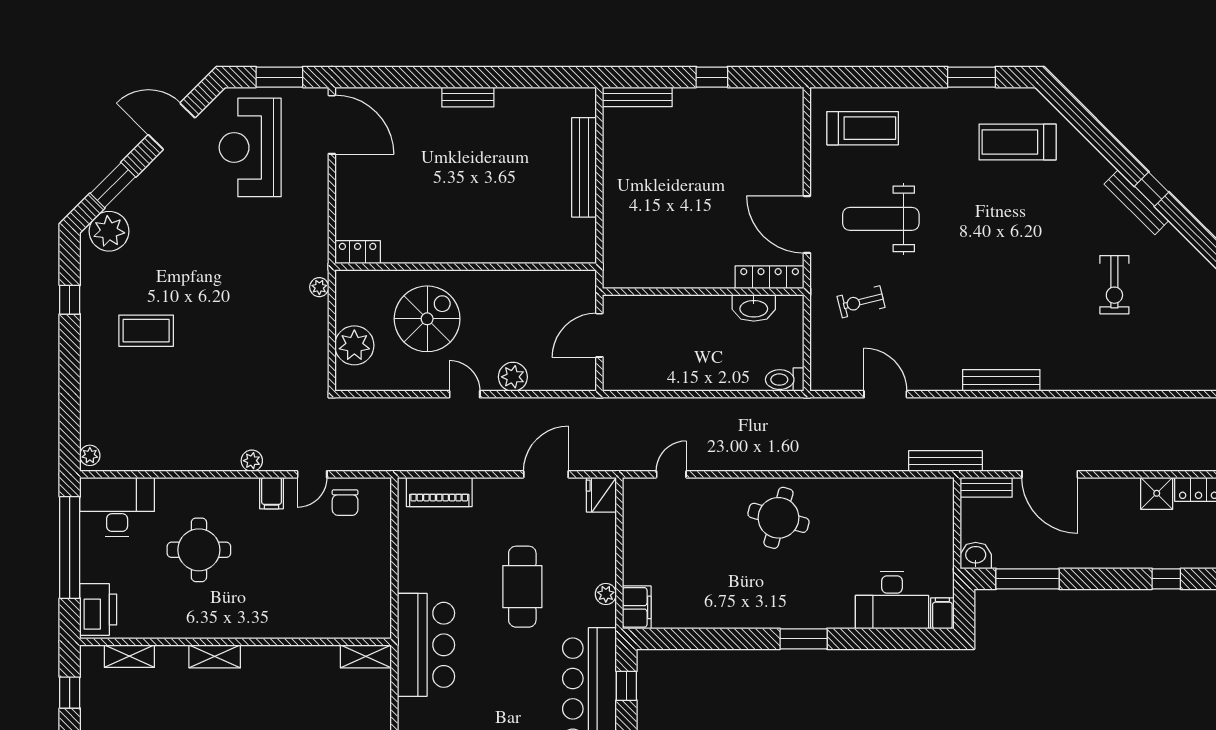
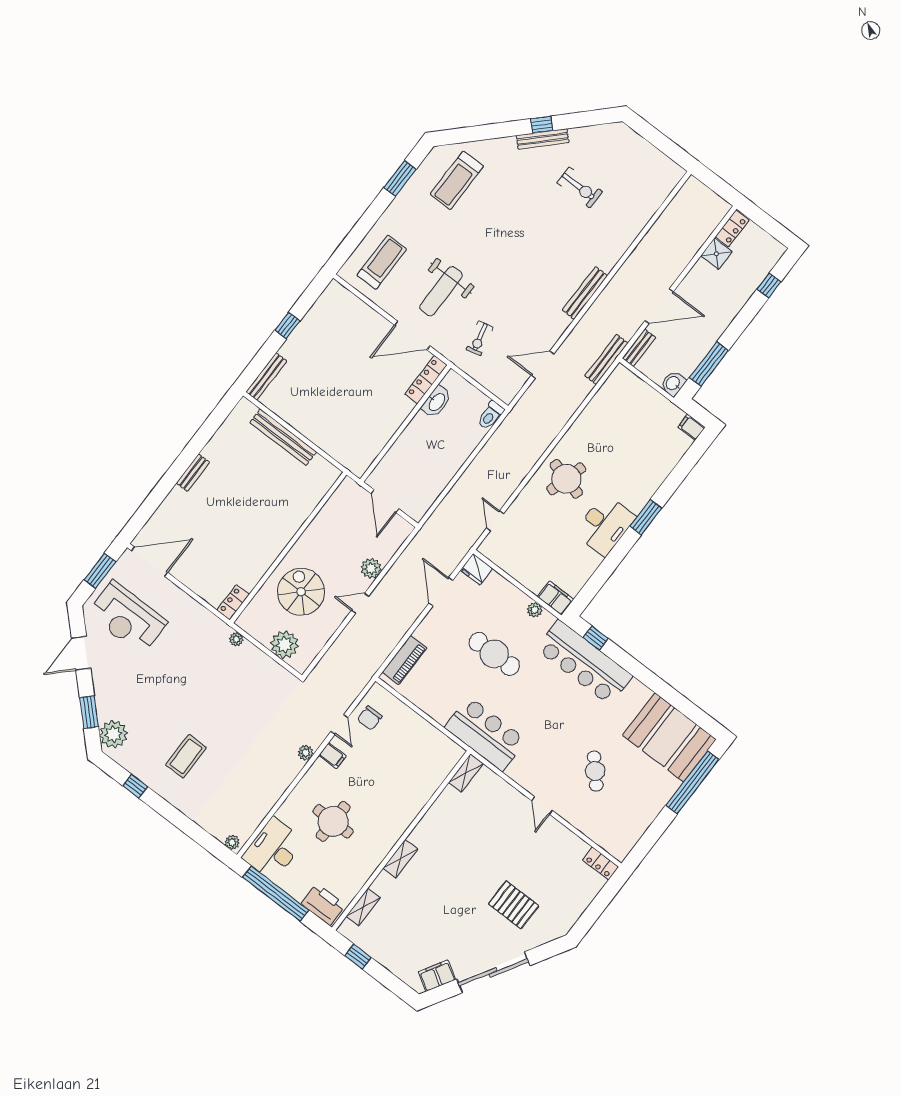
chair: (345, 503) -> (370, 718), turned 90
desk: (892, 600) -> (605, 525), moved

